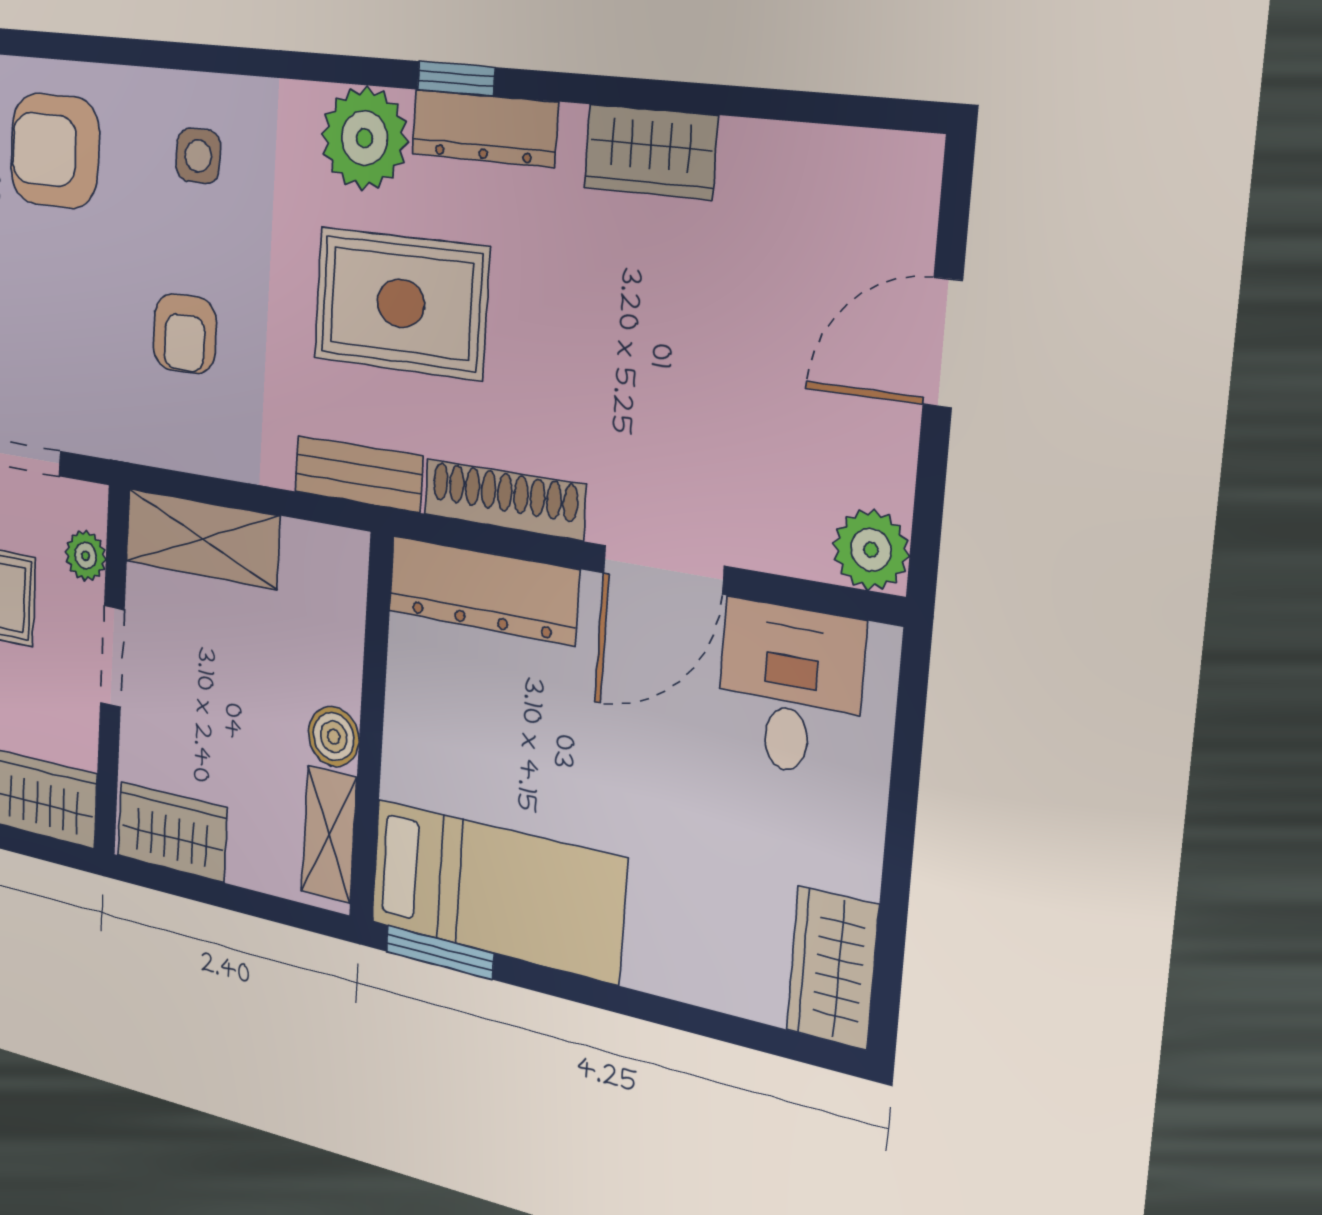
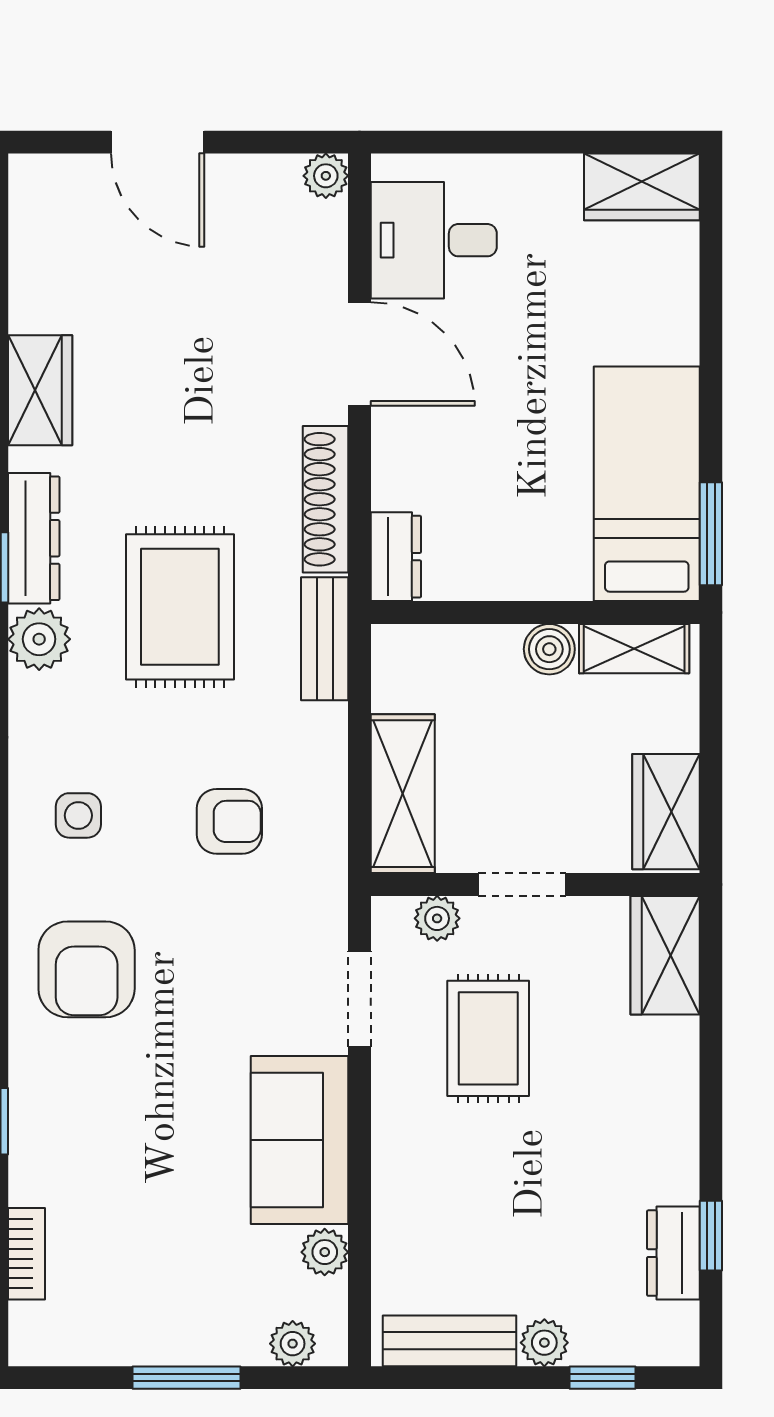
plant: (364, 138) -> (39, 639), width x0.73, depth x0.73
plant: (871, 550) -> (326, 176), width x0.73, depth x0.73
dresser: (483, 590) -> (396, 557), width x0.51, depth x0.80

